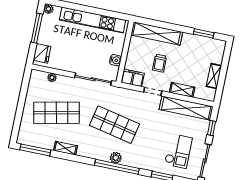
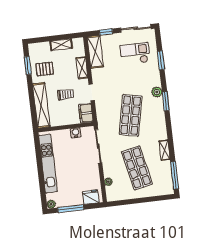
pallet: (194, 50) -> (45, 69), added
shelving: (186, 108) -> (95, 52), width x0.68
plant: (116, 158) -> (157, 92), moved
window: (117, 167) -> (166, 101), width x0.47

